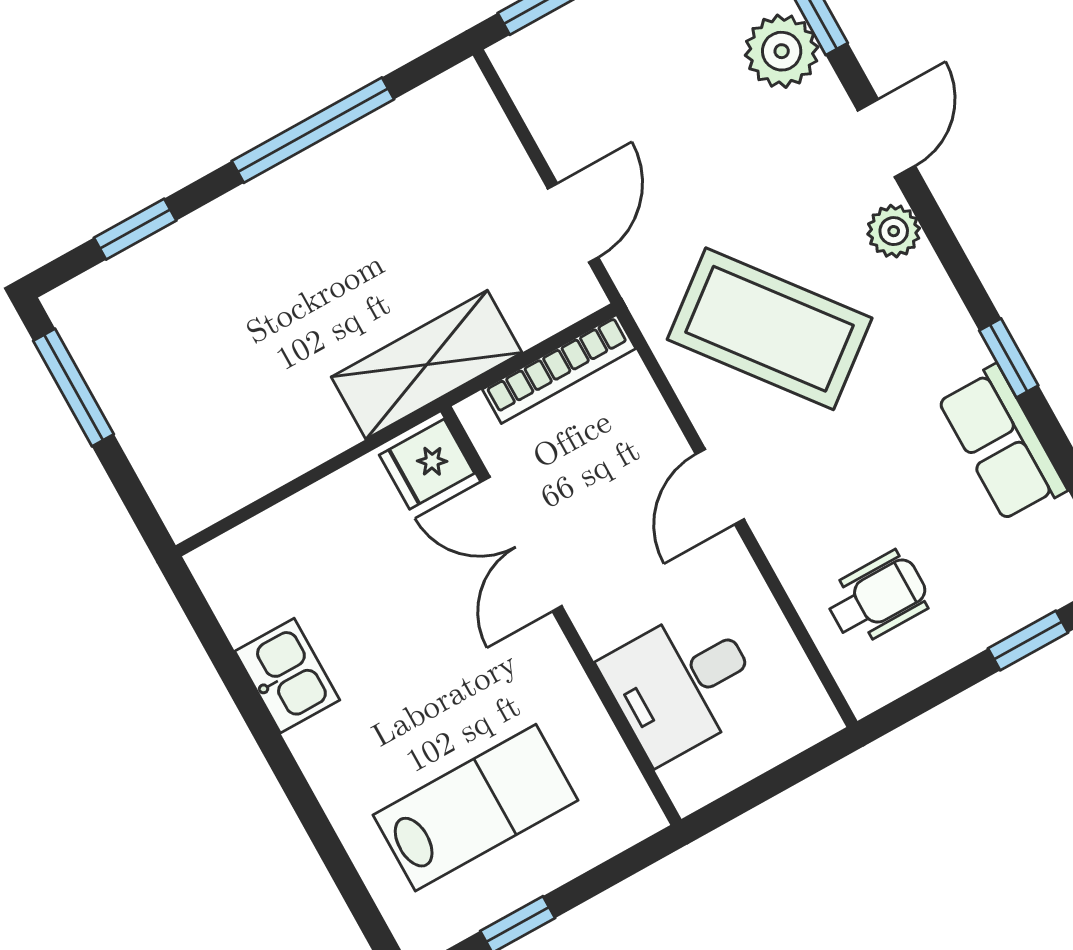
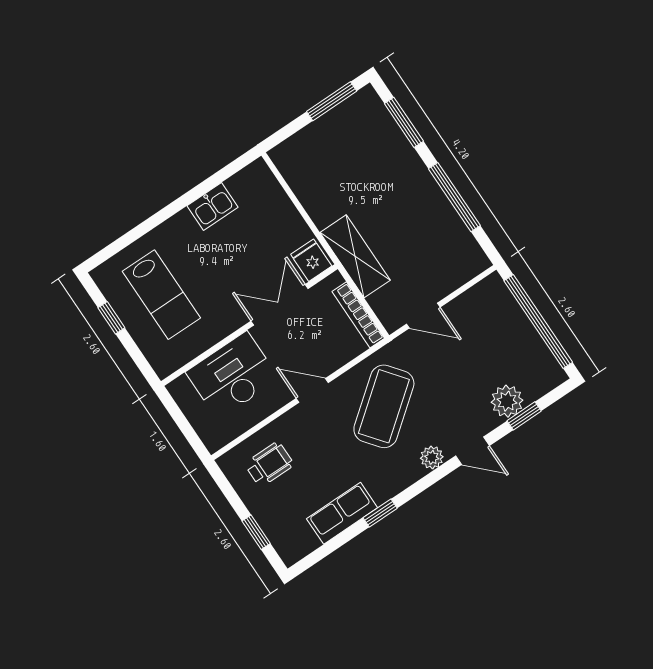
window: (135, 229) -> (404, 122), width x1.50
wheelchair: (877, 598) -> (269, 464), turned -90
desk: (682, 684) -> (232, 375), width x1.37

